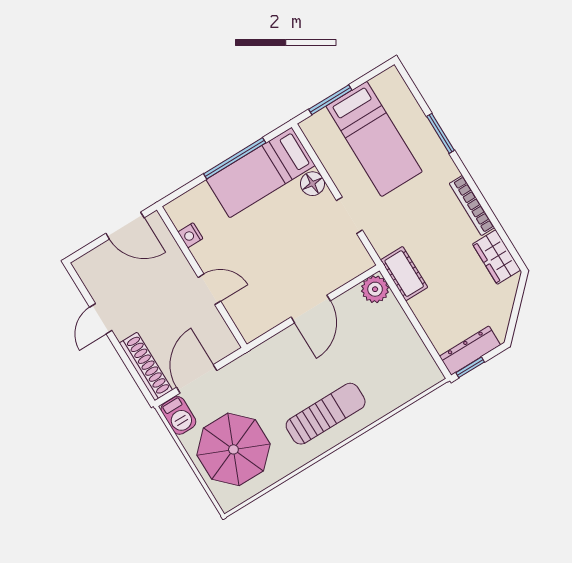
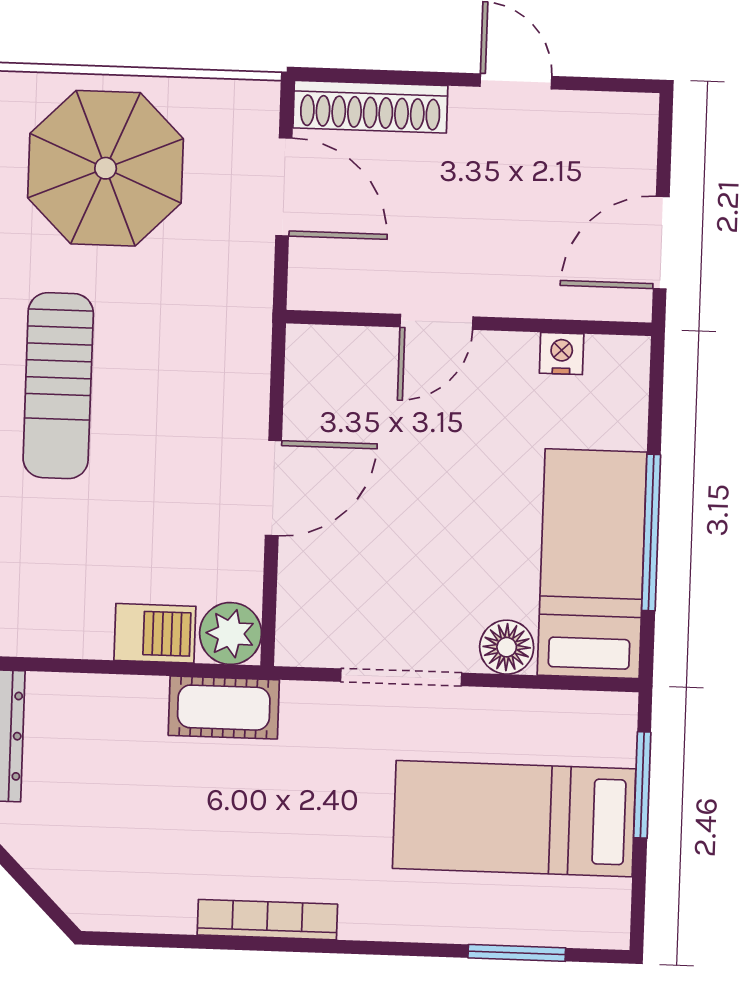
window: (441, 133) -> (517, 953), moved
doorway: (349, 215) -> (401, 677), width x1.38
wardrobe: (497, 257) -> (140, 902), removed
door: (311, 309) -> (273, 488), swing flipped
barbecue: (178, 415) -> (155, 633), moved, turned 180

